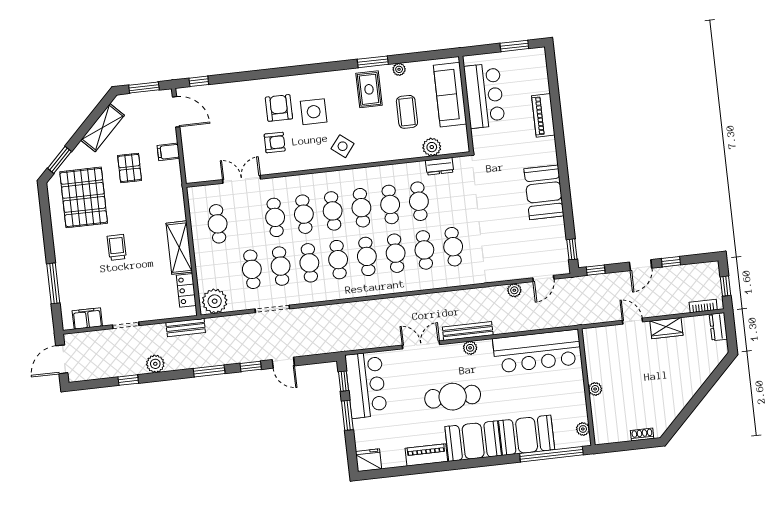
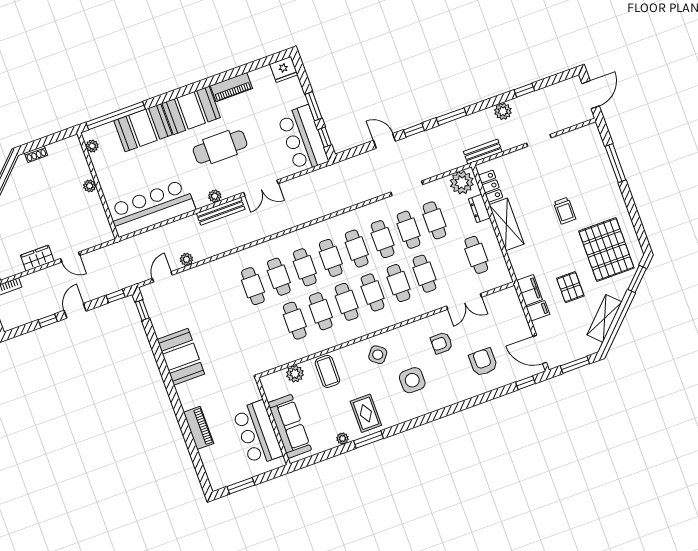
armchair: (279, 108) -> (483, 362), moved, turned 180
coffee table: (407, 112) -> (327, 371), moved
dresser: (440, 166) -> (479, 208), moved, turned -90
filing cabinet: (87, 318) -> (529, 290), moved, turned -90

